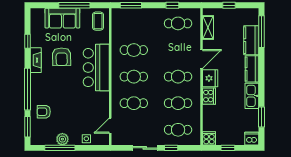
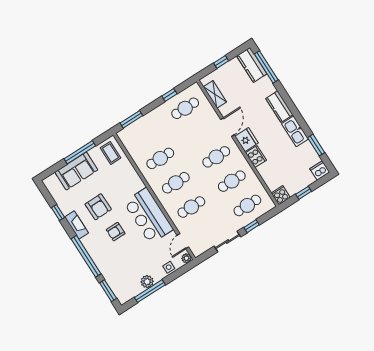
kitchen counter: (251, 40) -> (252, 65), moved
bar counter: (96, 68) -> (148, 216), moved
armchair: (44, 112) -> (116, 232), moved
plant: (105, 140) -> (186, 258), added

